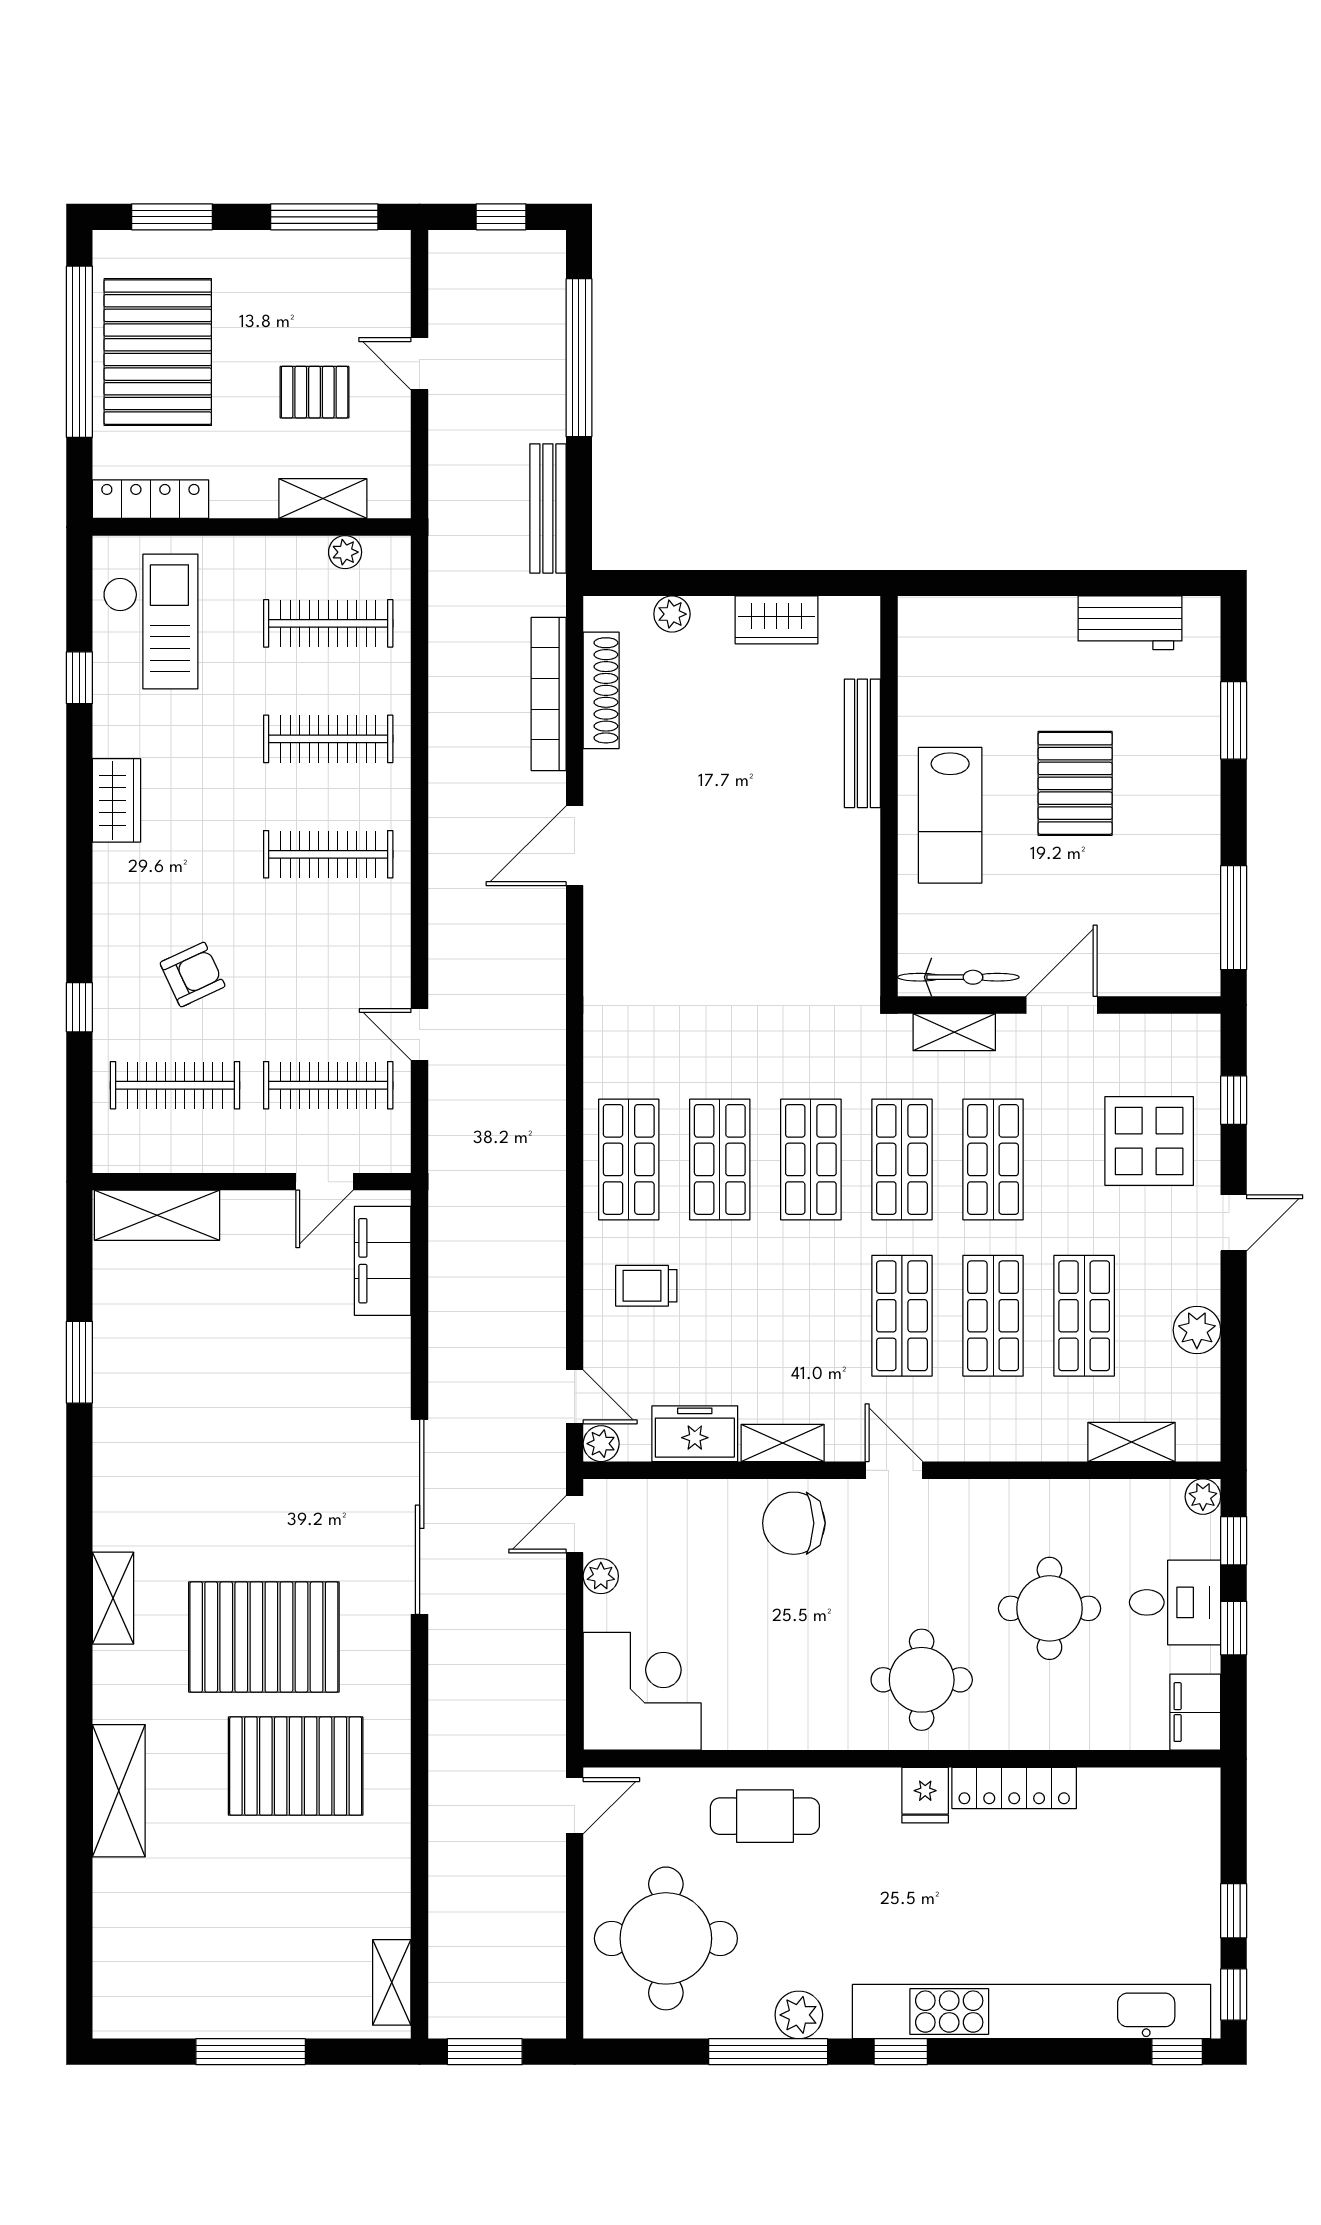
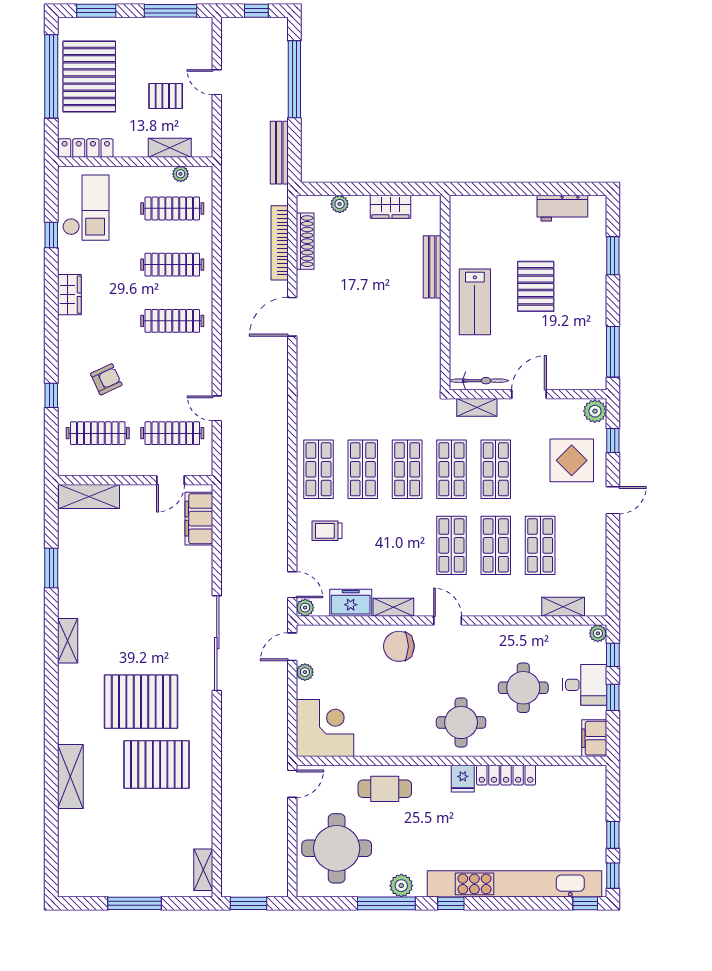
plant: (1197, 1330) -> (595, 411), moved
shelving: (113, 1598) -> (68, 641), moved

